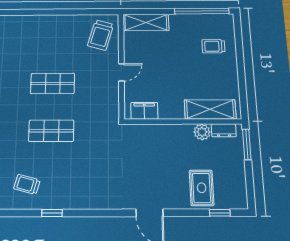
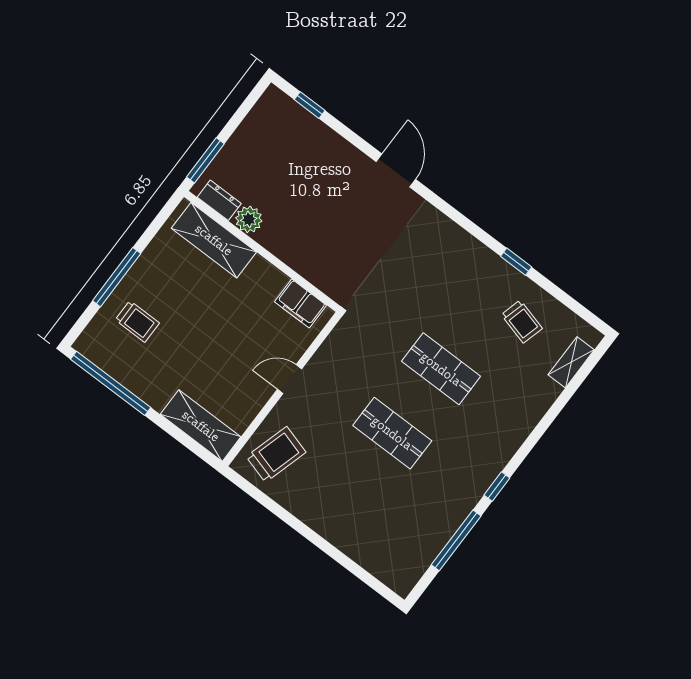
window: (240, 59) -> (117, 277), added
rug: (202, 188) -> (307, 151), removed

